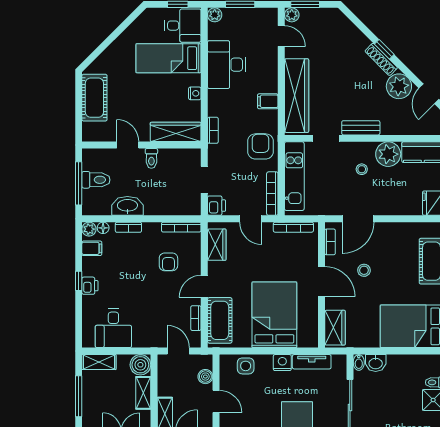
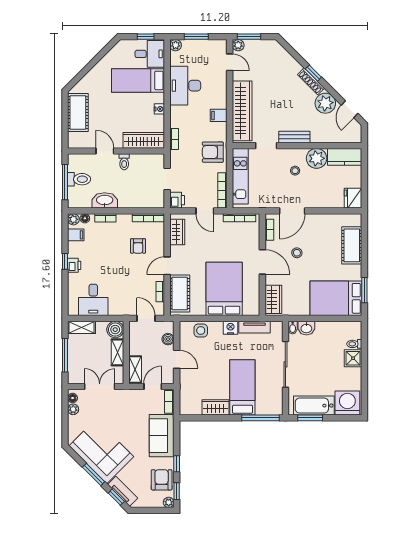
armchair: (260, 146) -> (213, 152), turned -90

